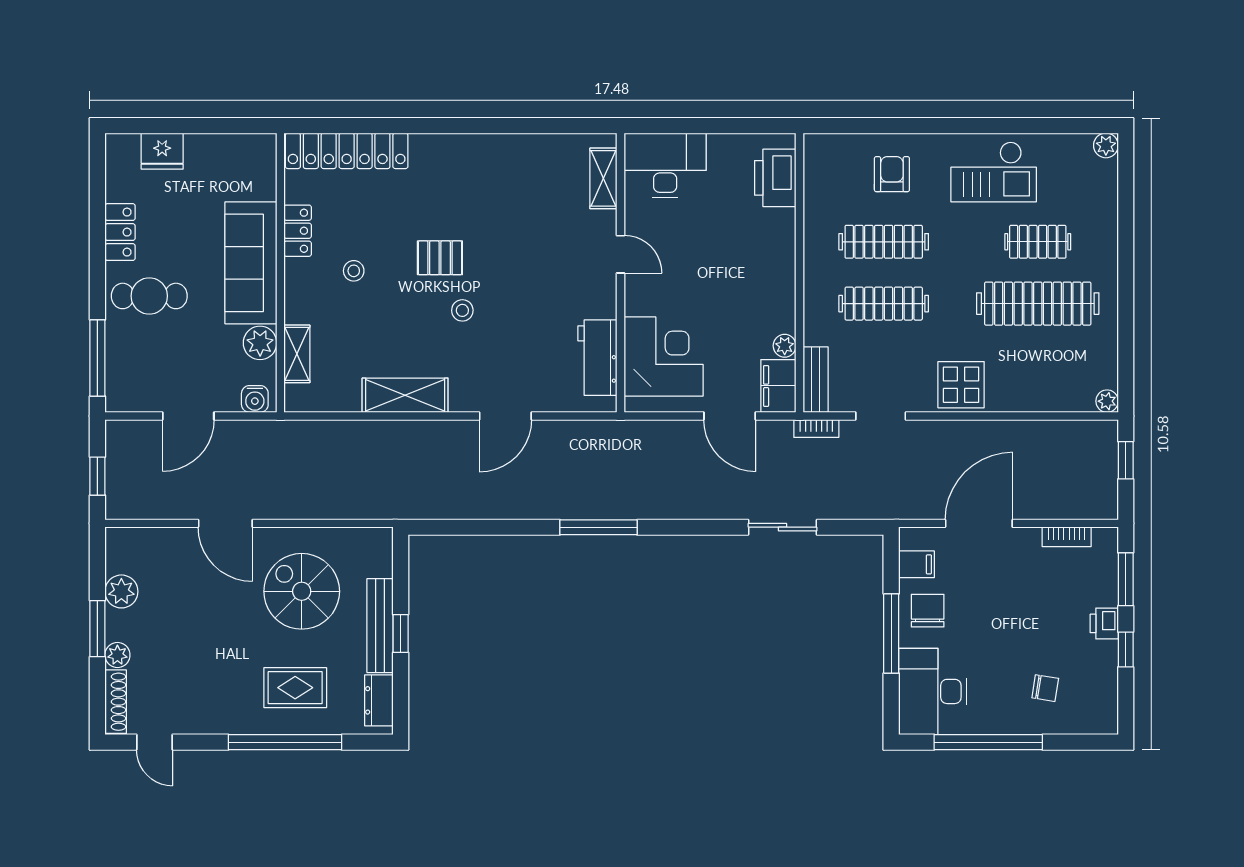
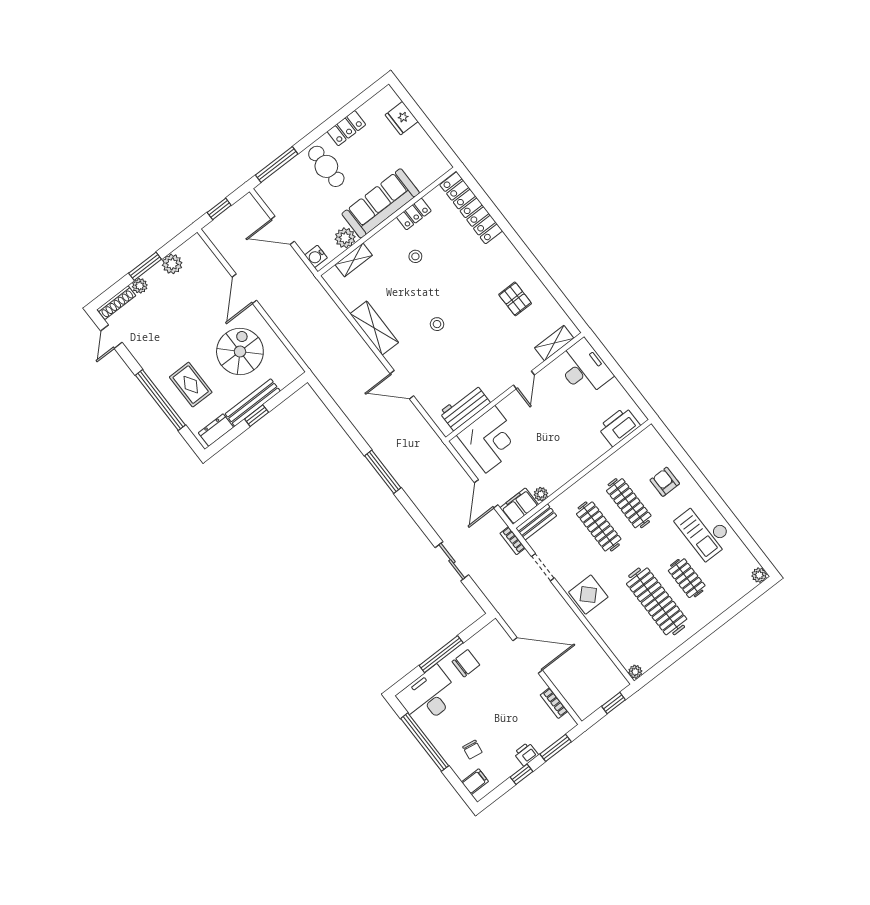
armchair: (892, 174) -> (665, 482), turned -90
pallet: (440, 258) -> (515, 299), moved
filing cabinet: (916, 564) -> (475, 782), moved, turned -90

